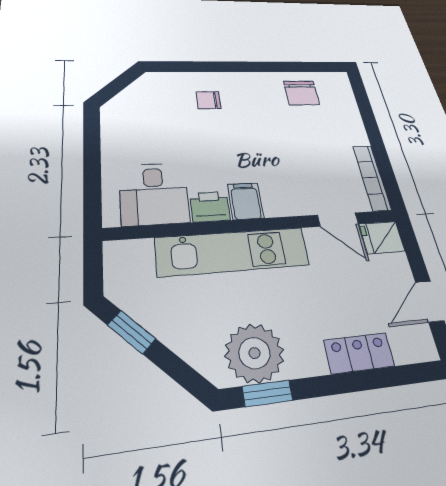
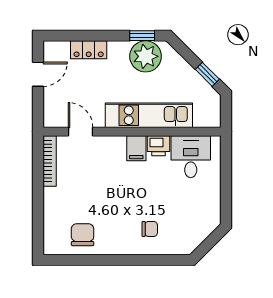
fridge: (382, 237) -> (55, 117), removed

